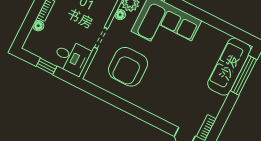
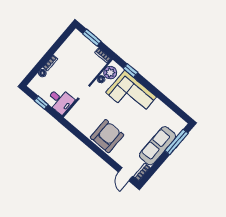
armchair: (128, 67) -> (107, 136), moved, turned 180
sofa: (229, 67) -> (158, 146), moved

